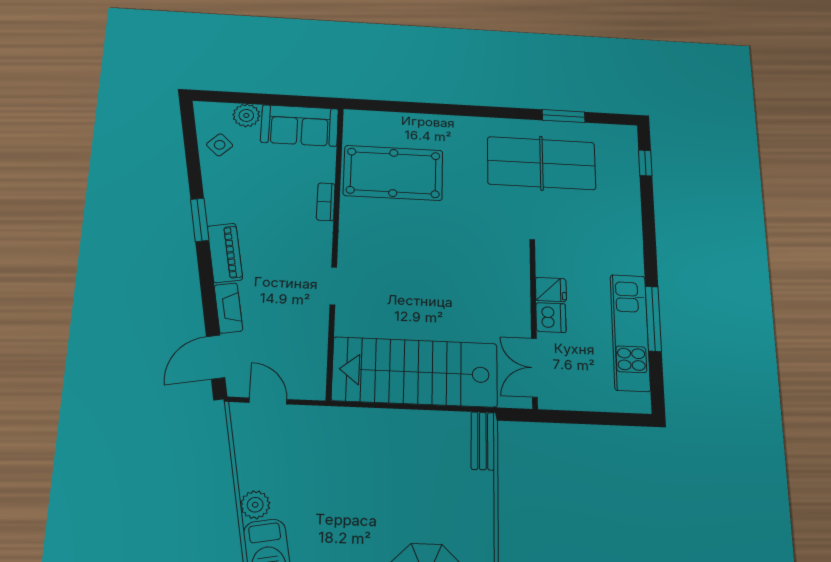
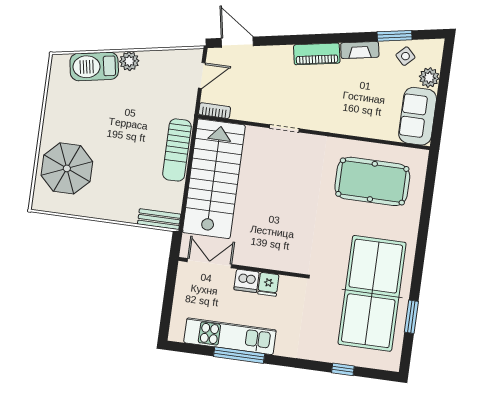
table tennis table: (541, 163) -> (372, 293), width x1.36, depth x1.32
window: (645, 163) -> (343, 369), moved
pool table: (393, 173) -> (372, 181), turned 90
bookcase: (326, 202) -> (215, 111), moved
window: (200, 220) -> (395, 36), moved
fireplace: (228, 308) -> (360, 50), moved
sun lounger: (380, 425) -> (177, 150), added

